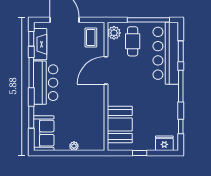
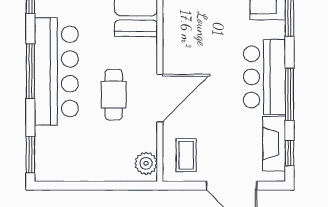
window: (148, 20) -> (87, 186), removed
cafe table: (133, 41) -> (114, 95), moved
window: (181, 51) -> (30, 155), moved
bar counter: (166, 53) -> (56, 71), moved

